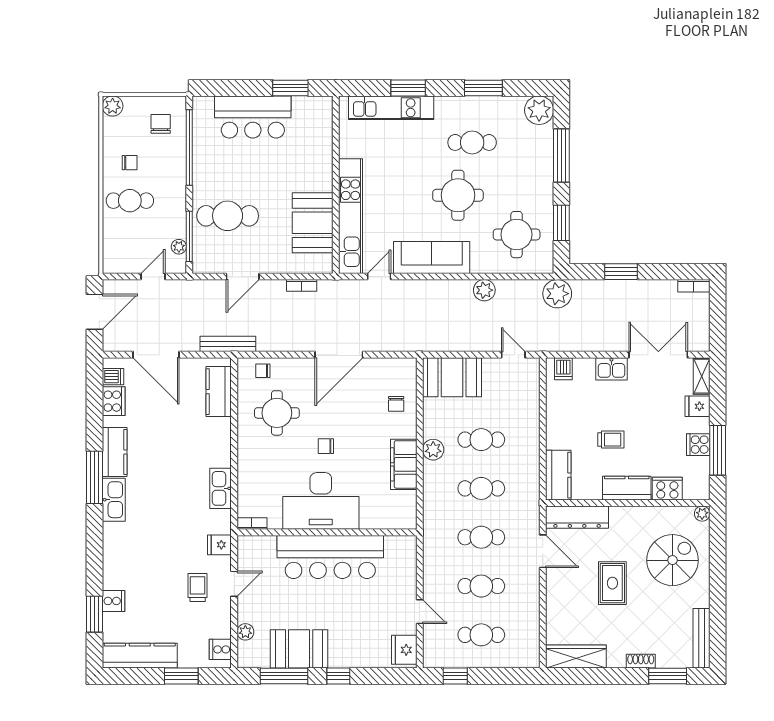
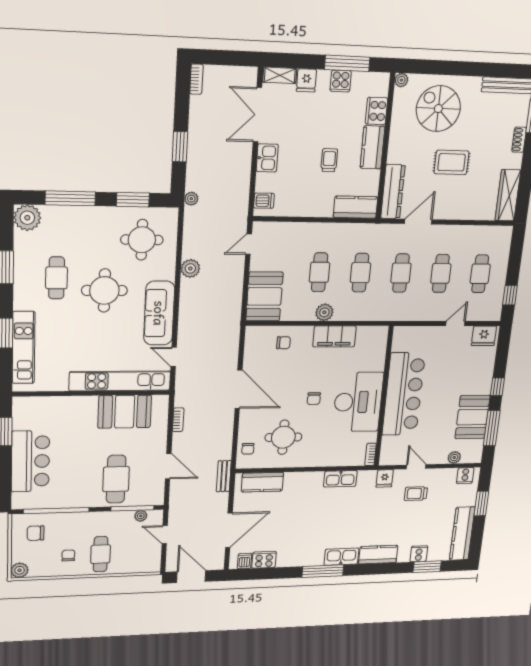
plant: (557, 294) -> (191, 199), width x0.53, depth x0.53
bench: (228, 344) -> (224, 476), width x0.73
kitchen counter: (115, 452) -> (378, 555), moved

